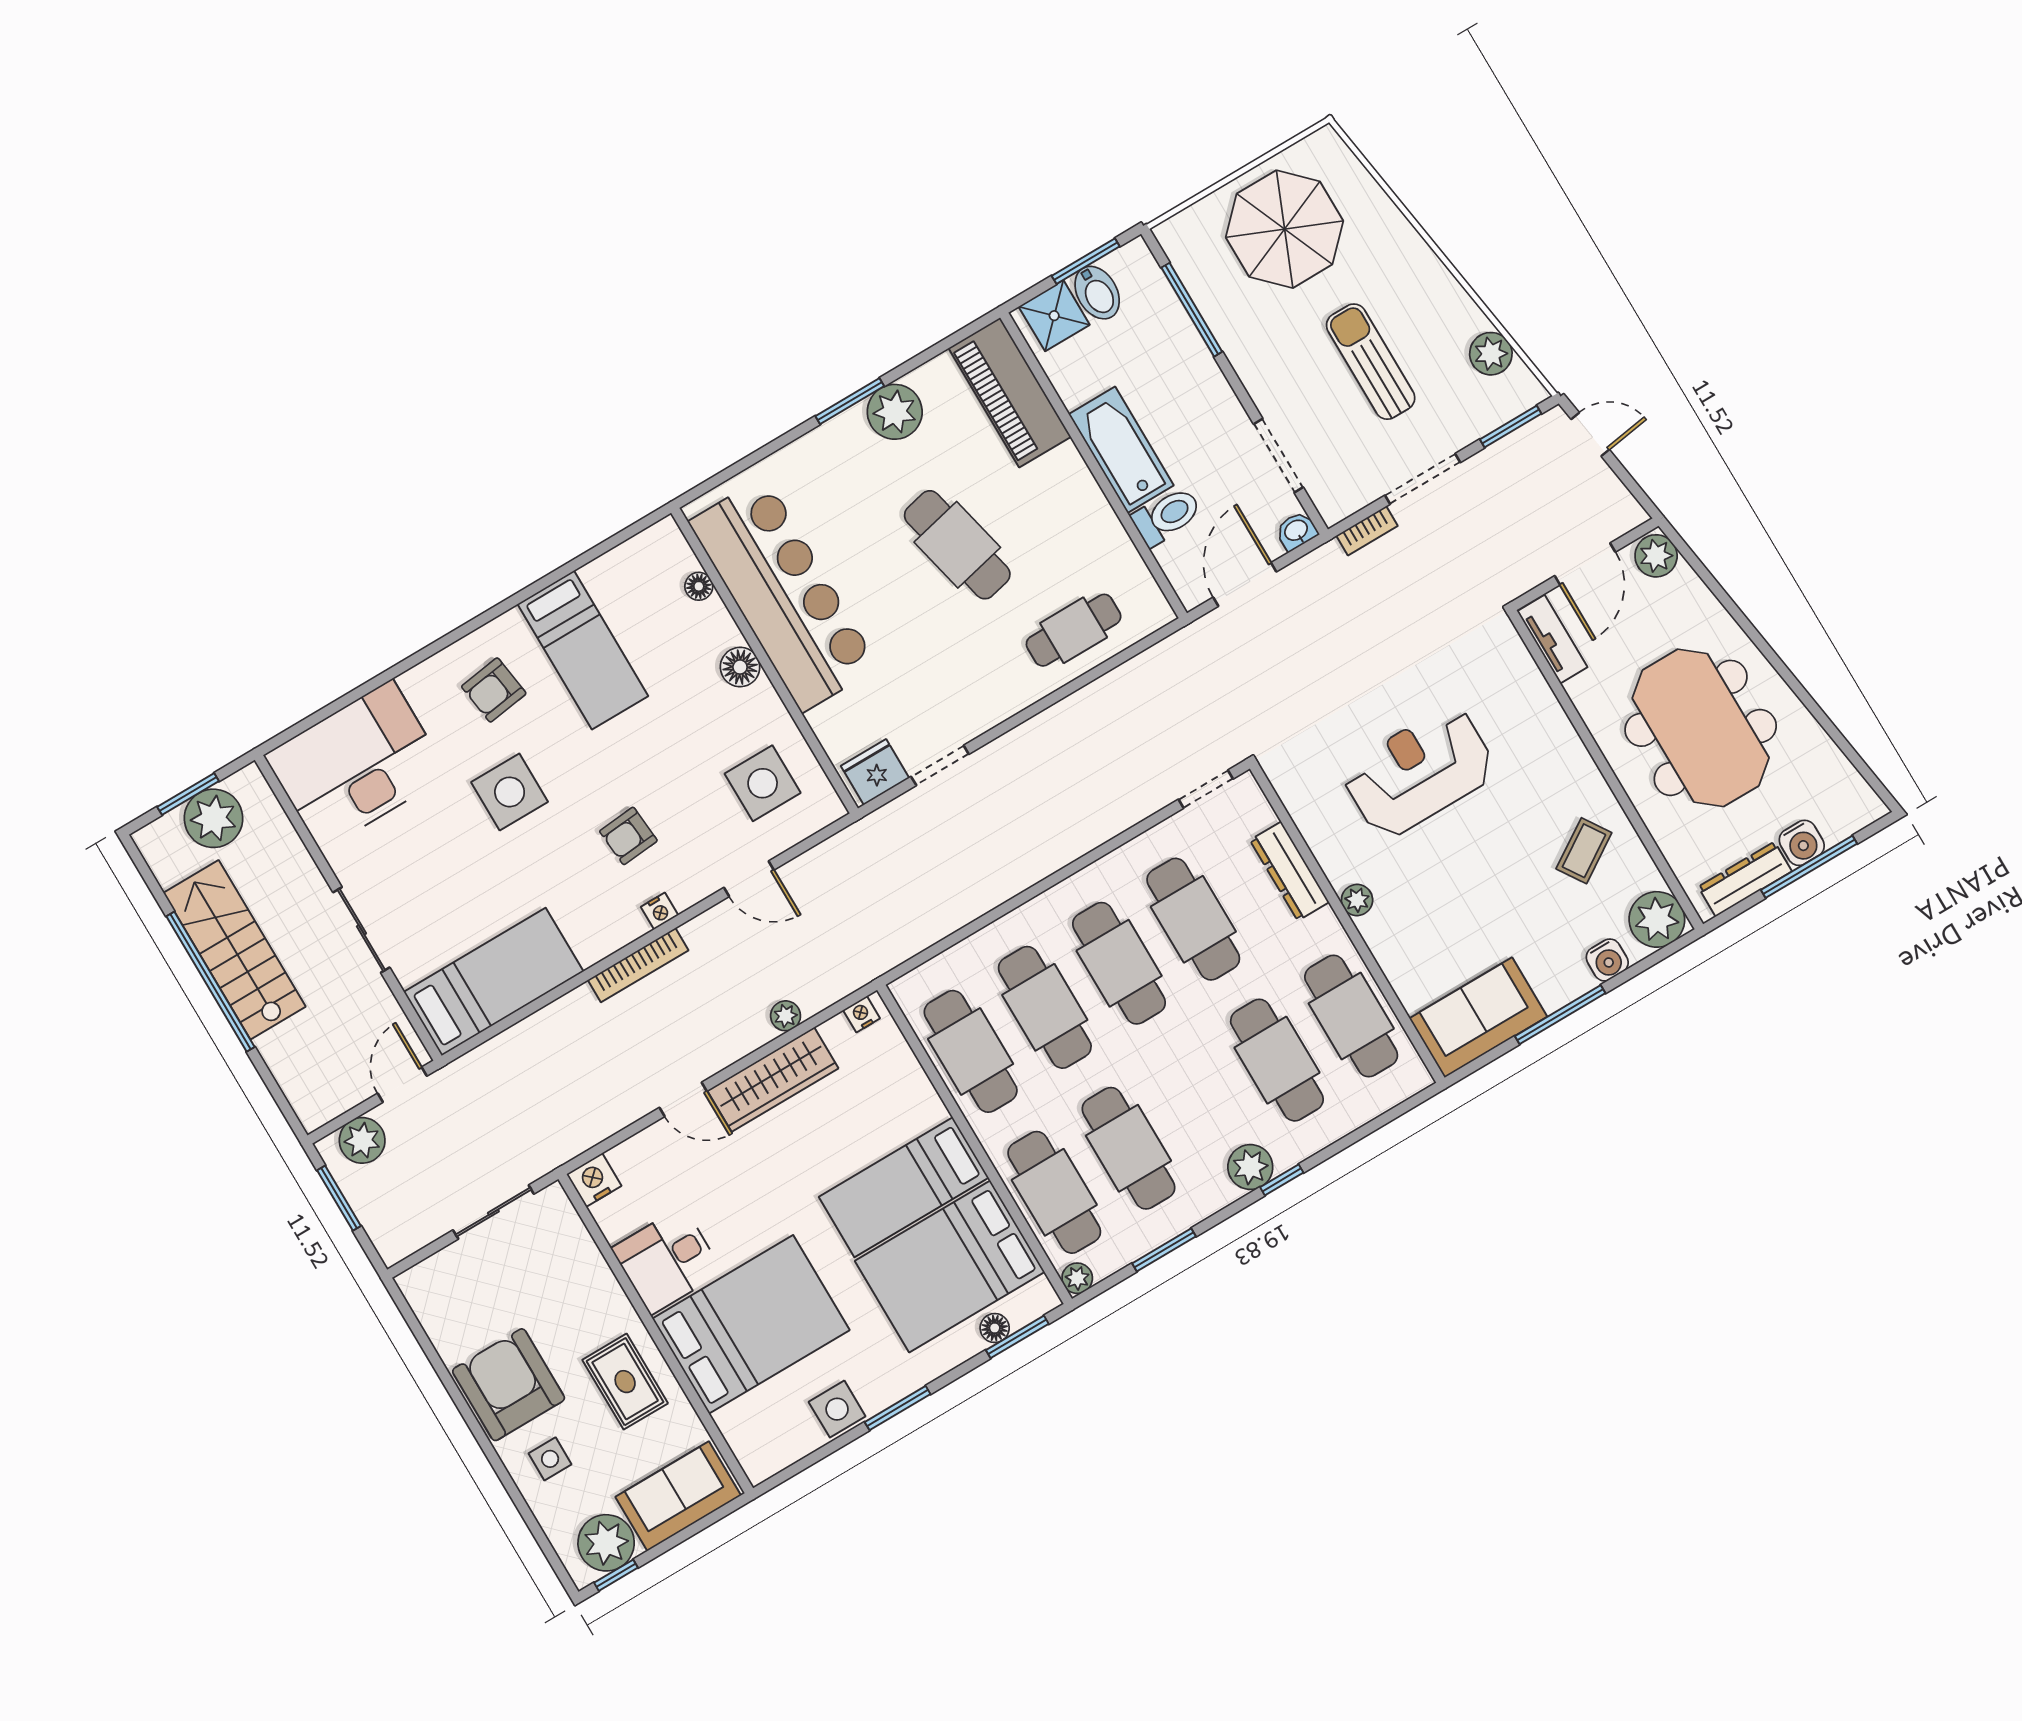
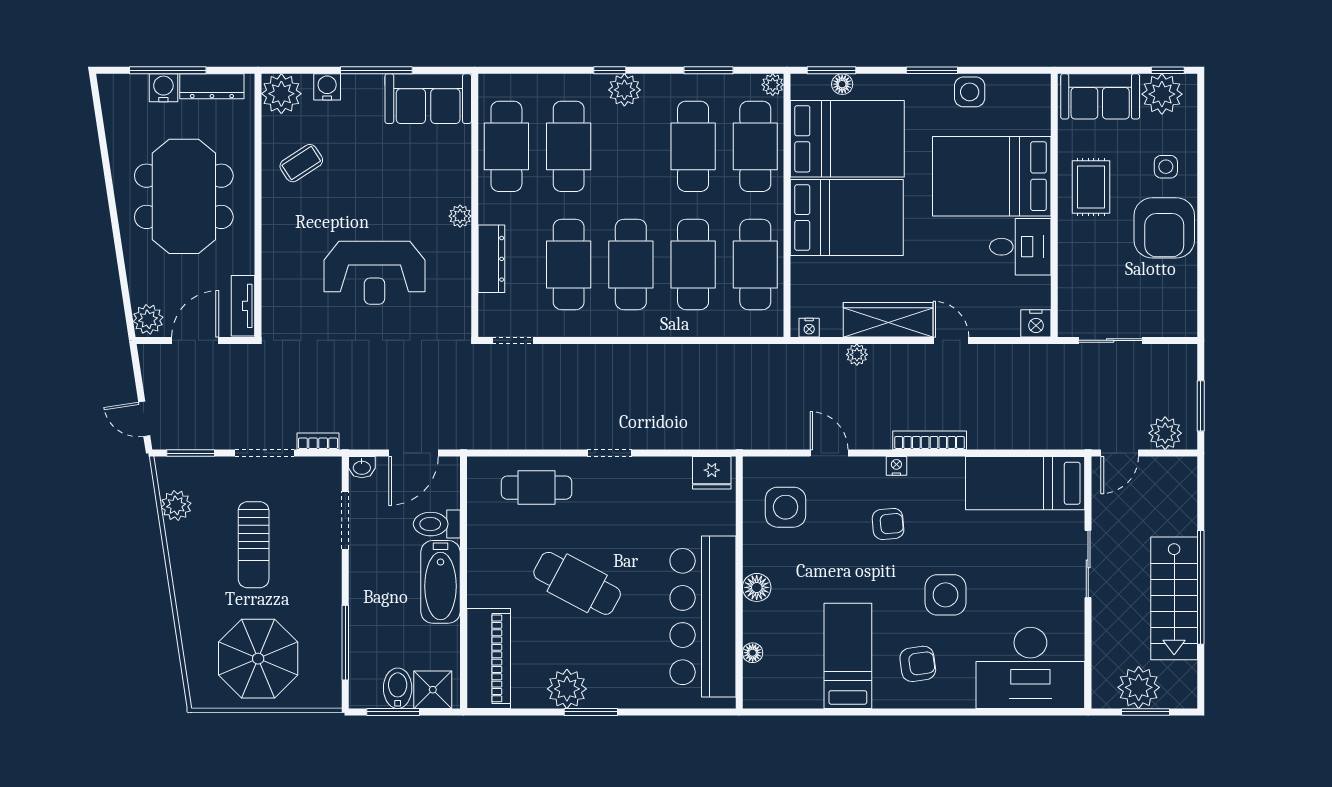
cafe table: (957, 545) -> (577, 583), turned -49
doorway: (940, 765) -> (609, 453), moved
bed: (904, 1187) -> (847, 218), width x1.50

